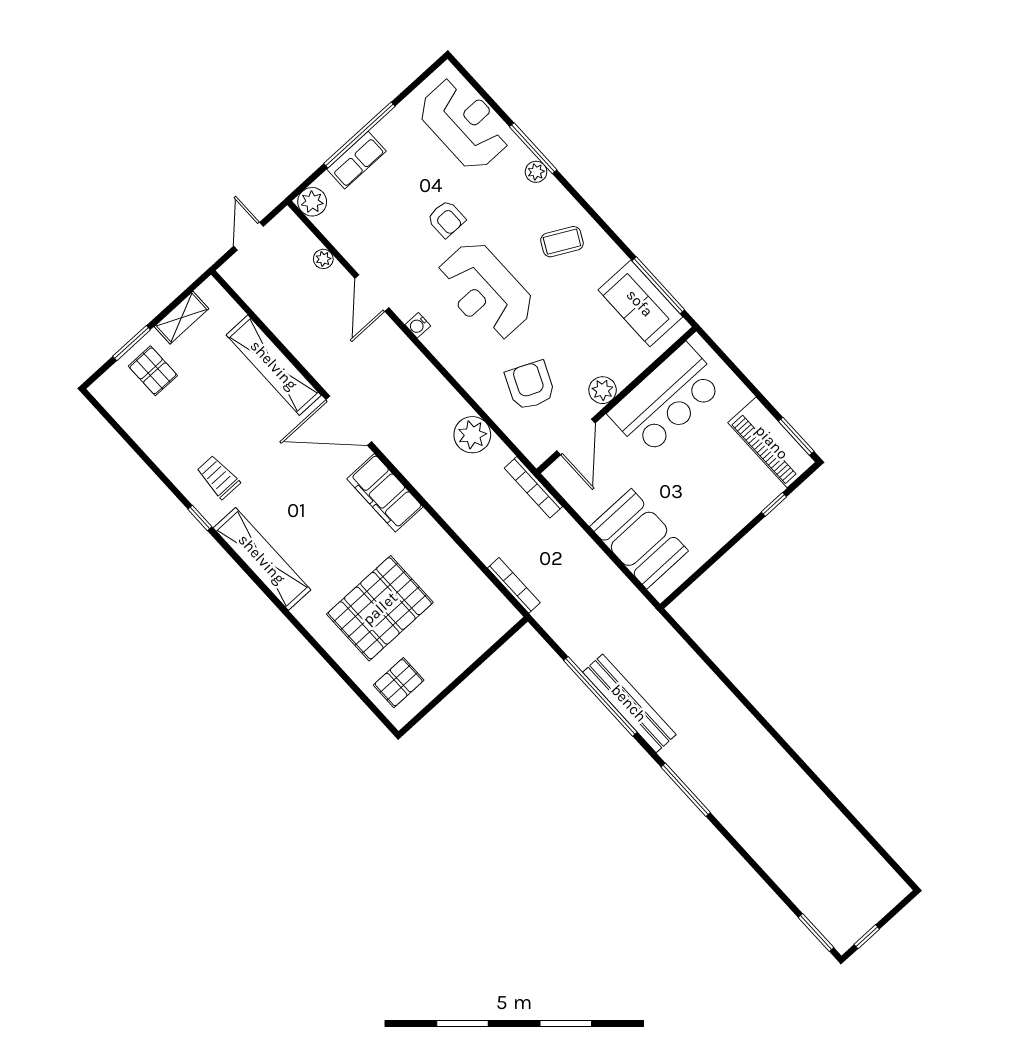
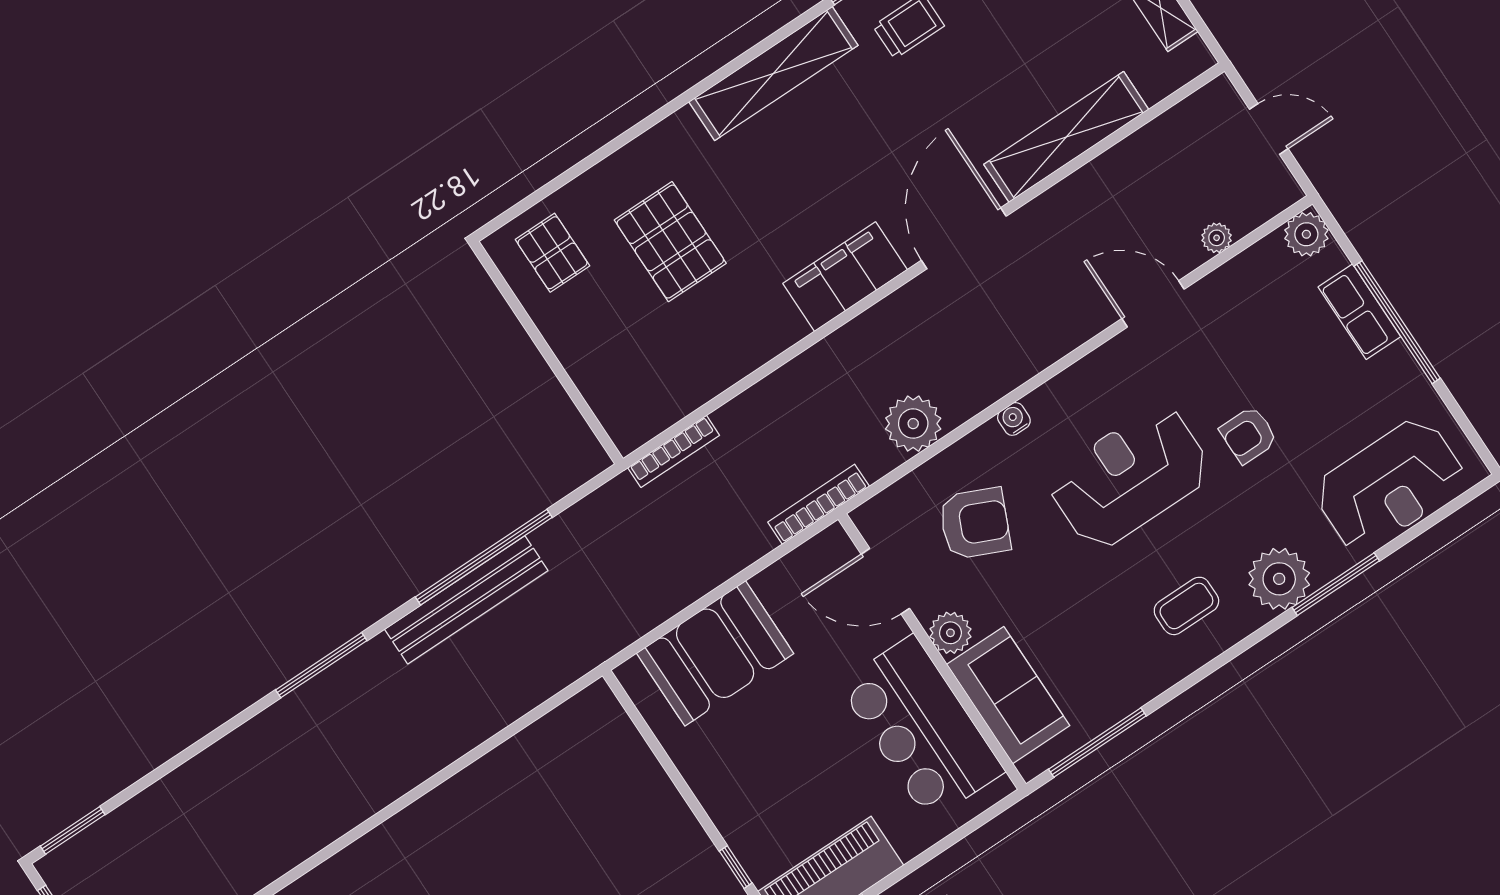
plant: (536, 172) -> (1279, 579), width x1.88, depth x1.88
coffee table: (562, 242) -> (1186, 606), turned 62
sofa: (640, 303) -> (1008, 695), moved, turned 90
water cooler: (418, 325) -> (1014, 419), moved
pallet: (380, 608) -> (670, 242), width x0.73, depth x0.71

